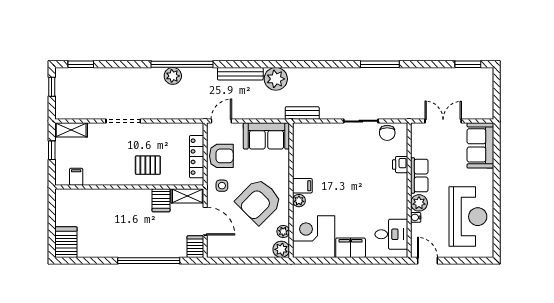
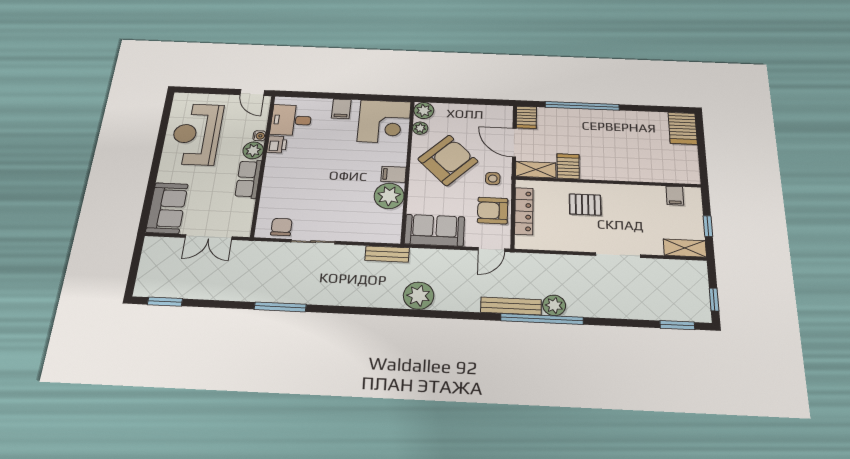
bench: (240, 74) -> (511, 306), moved
printer: (400, 165) -> (277, 144), moved
plant: (299, 201) -> (389, 196), moved, width x1.87, depth x1.87
filing cabinet: (351, 248) -> (341, 109), width x0.50

